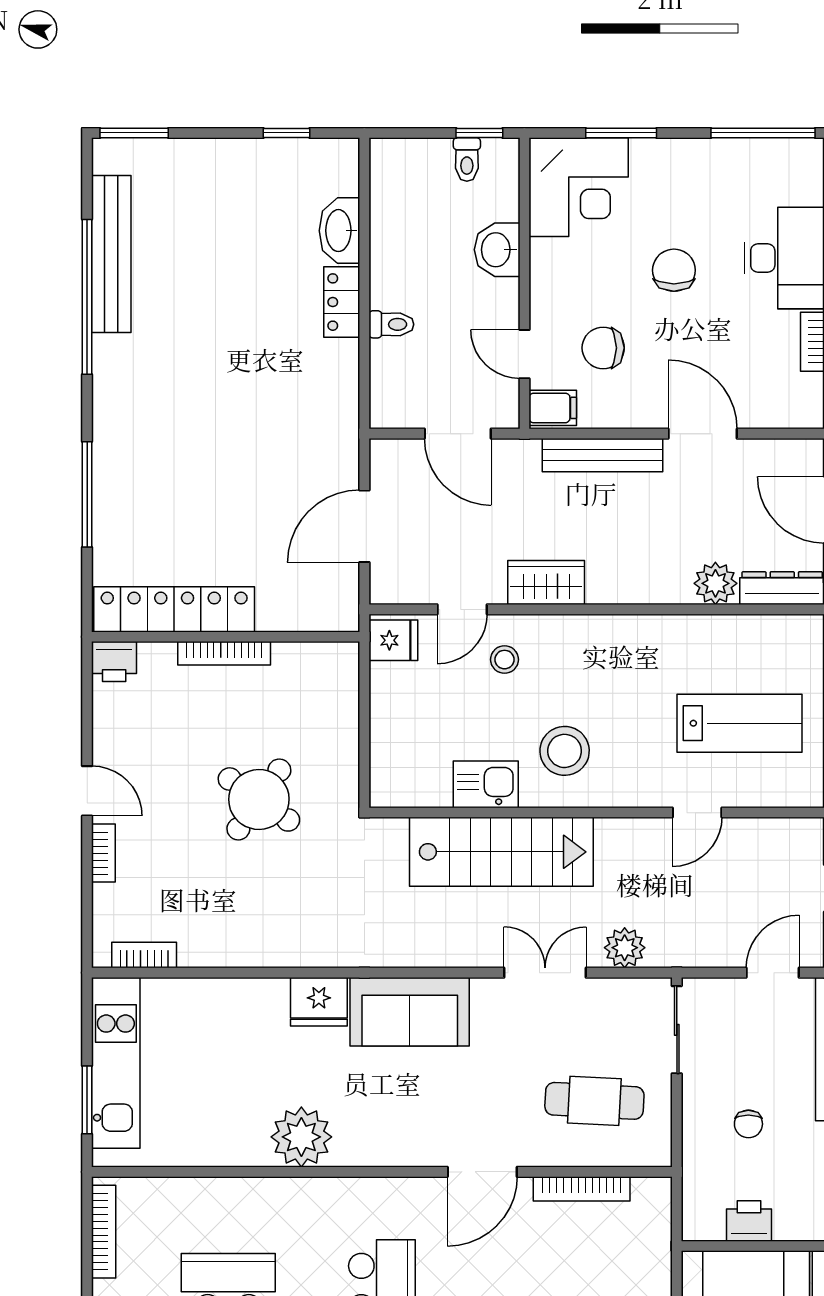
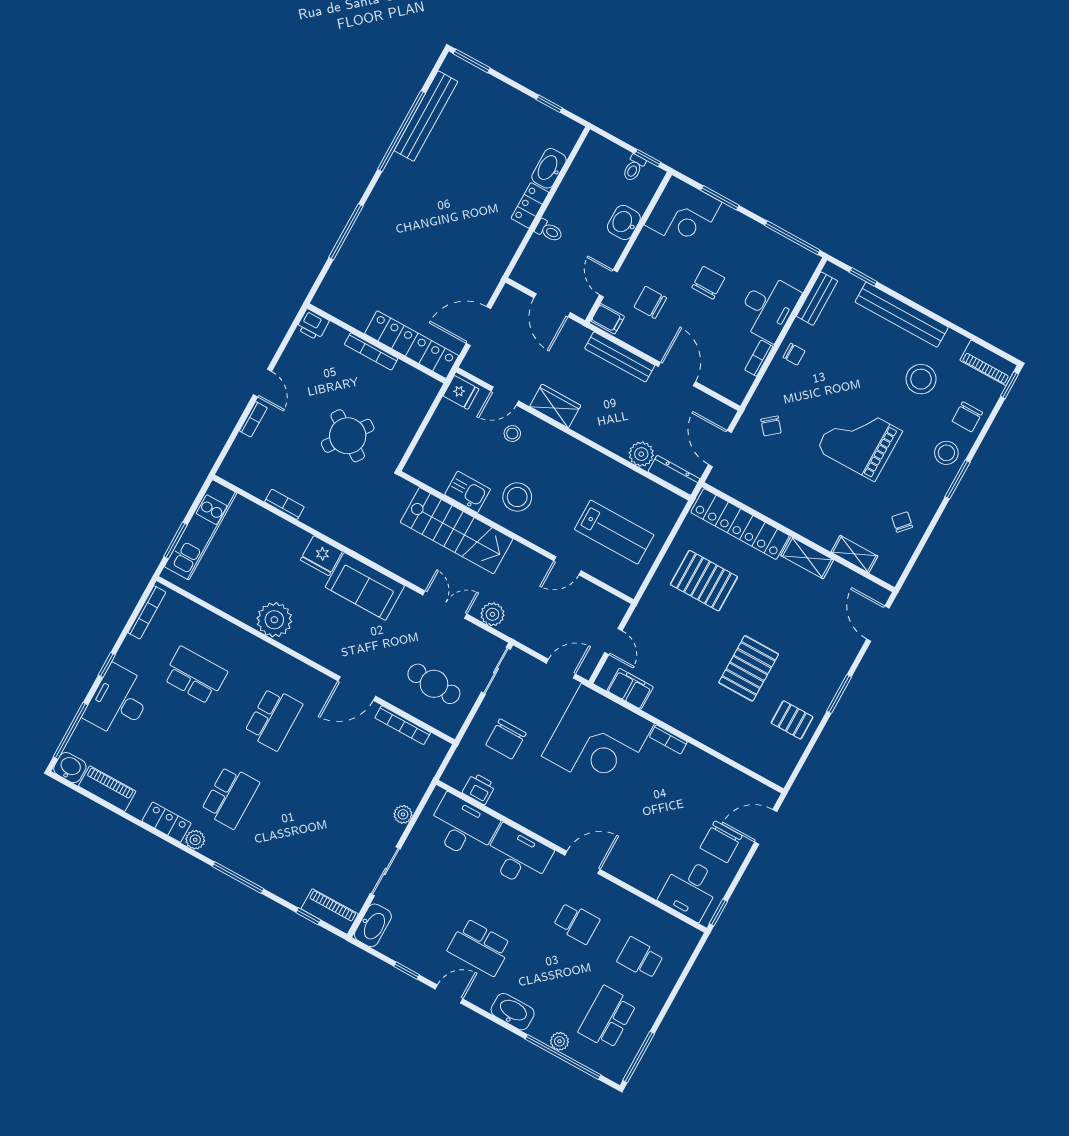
locker: (174, 609) -> (412, 345), moved
bookcase: (144, 955) -> (284, 504), moved
chair: (748, 1124) -> (506, 739), width x1.87, depth x1.87

